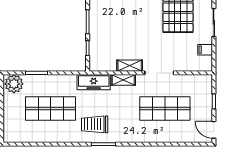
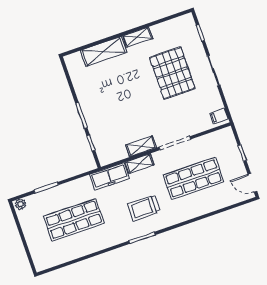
filing cabinet: (205, 50) -> (219, 116), moved
plant: (14, 84) -> (20, 204), width x0.53, depth x0.53
trolley: (95, 124) -> (144, 208), moved

